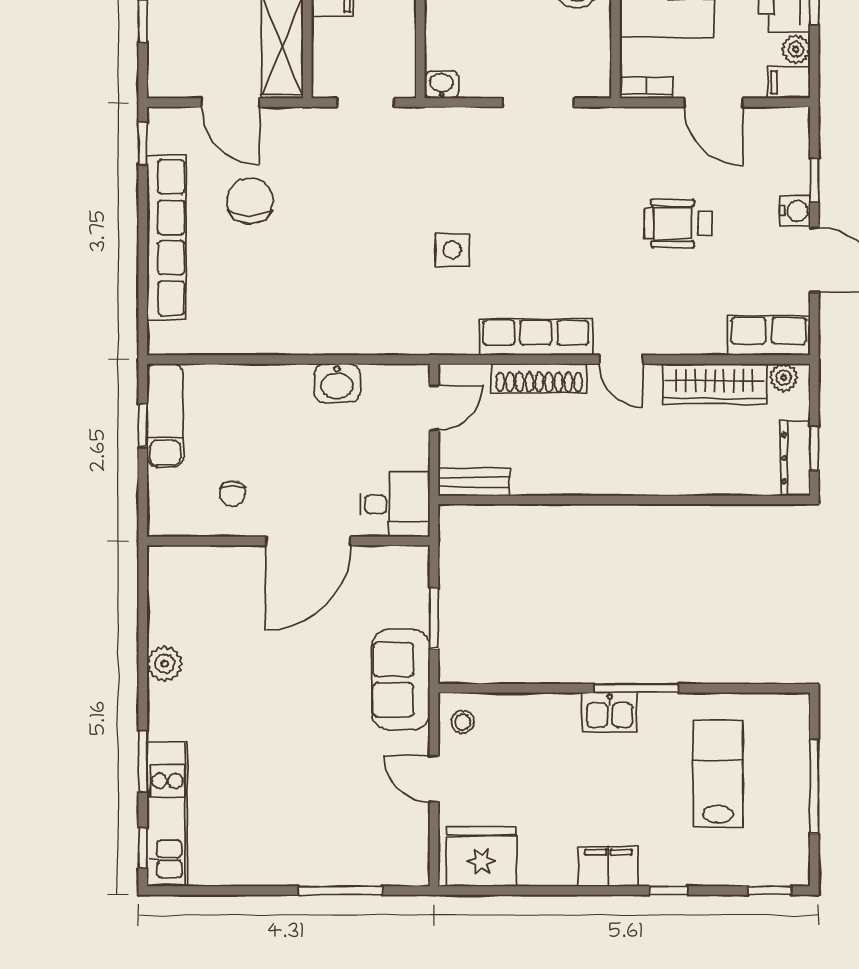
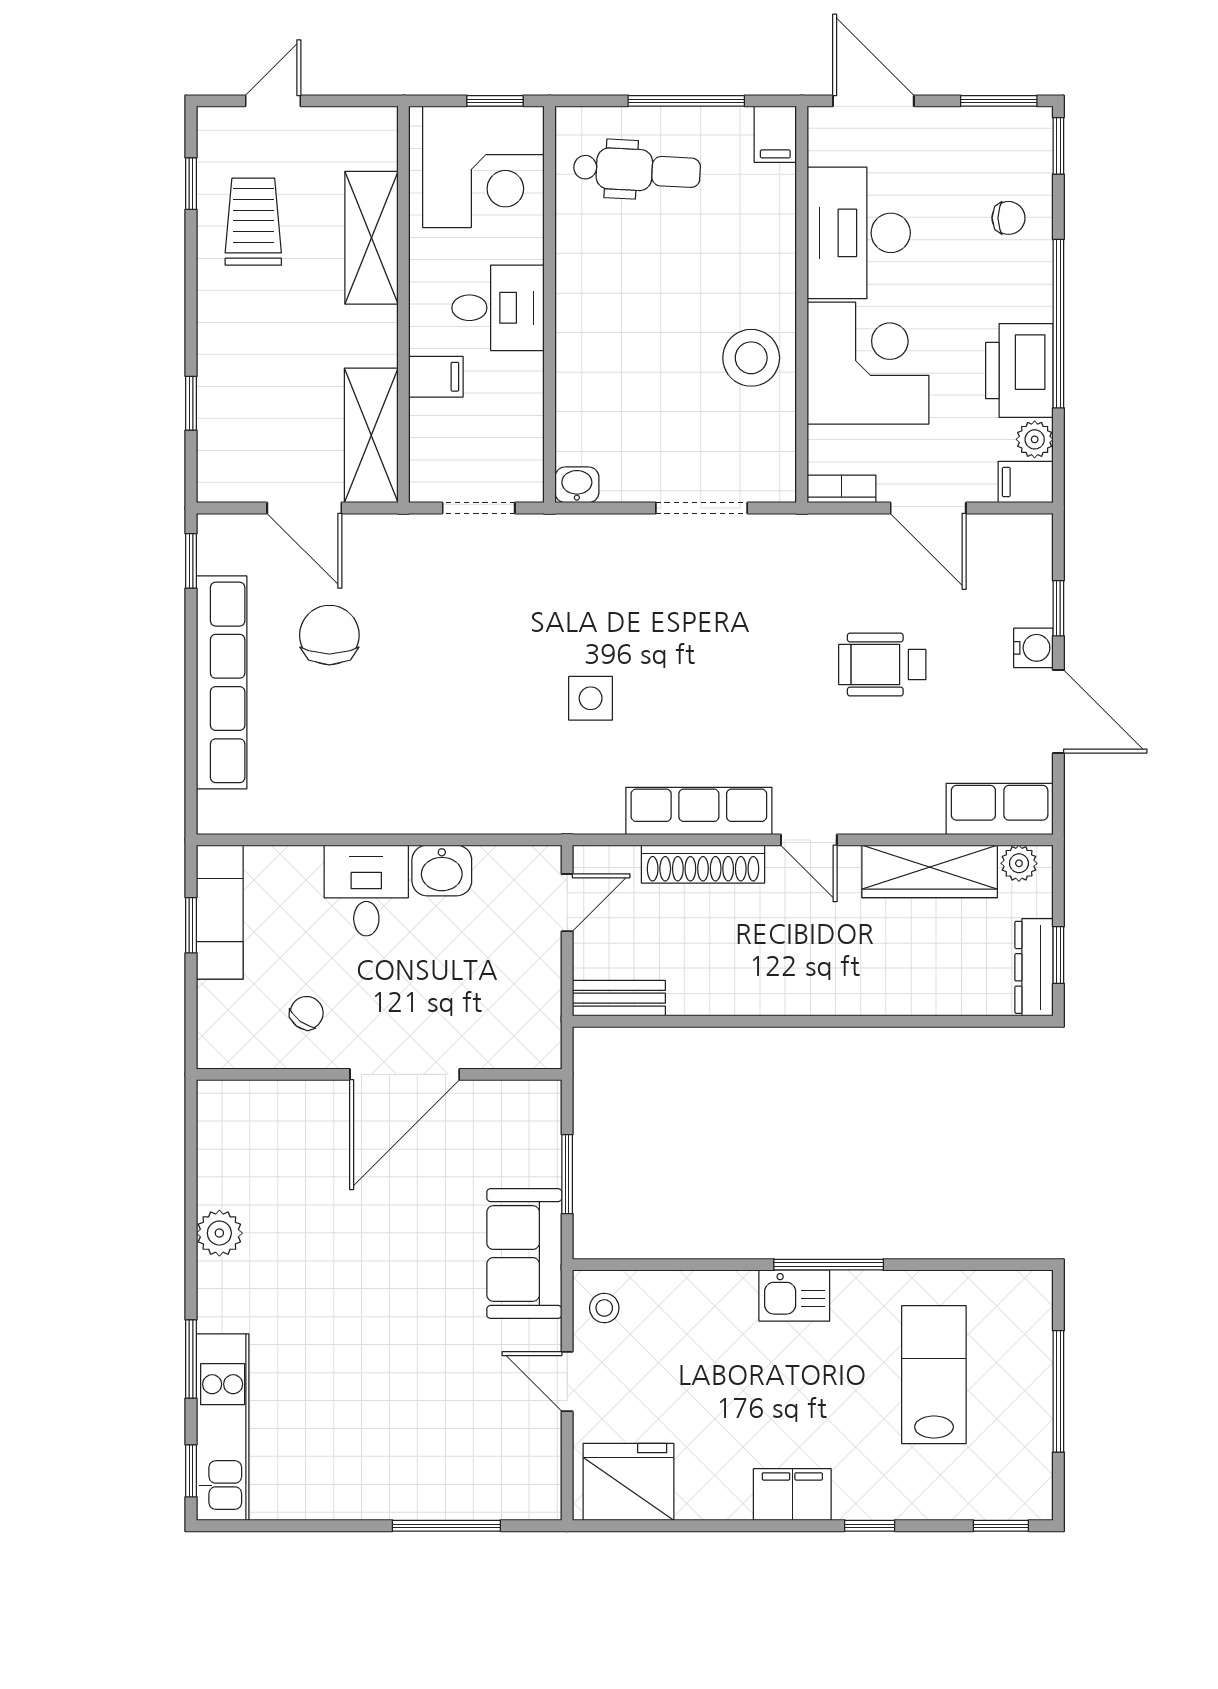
chair: (232, 493) -> (307, 1013), turned -143
desk: (395, 504) -> (366, 891), moved, turned -90

